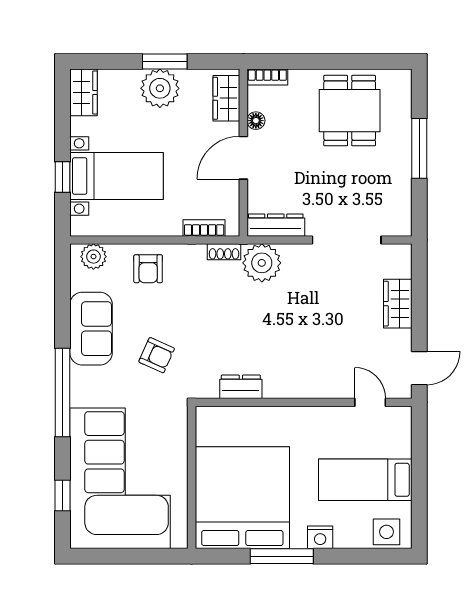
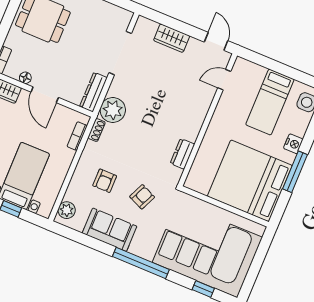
armchair: (148, 269) -> (105, 181), moved, turned 90

